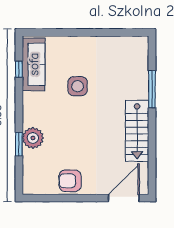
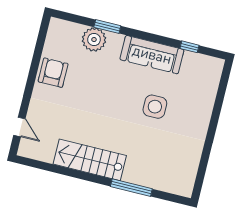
sofa: (34, 64) -> (152, 55), moved
plant: (33, 138) -> (94, 40), moved
door: (124, 198) -> (19, 127), width x0.53

